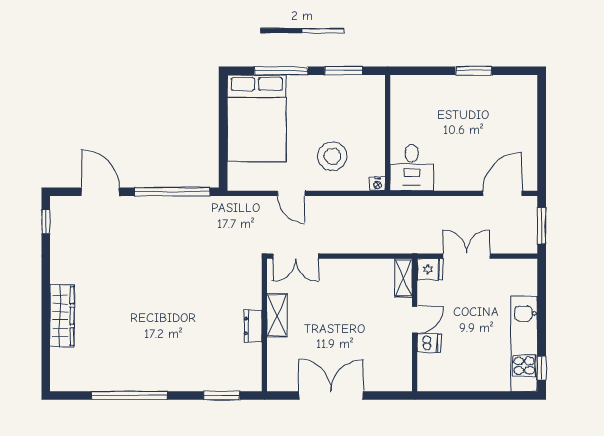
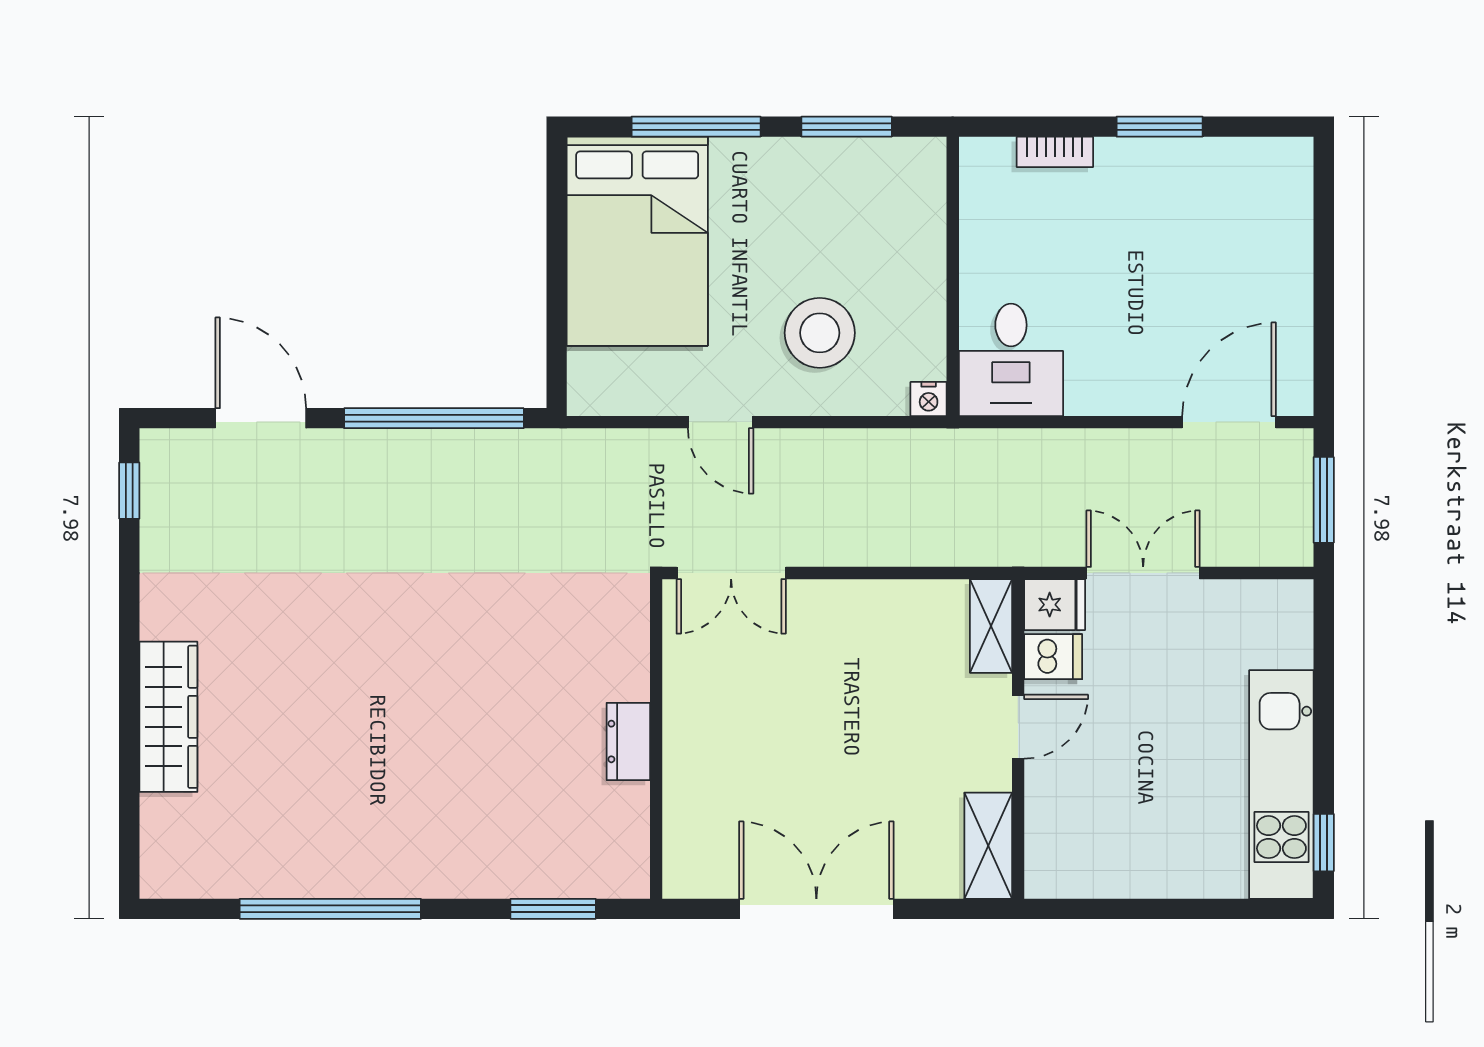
bookcase: (430, 81) -> (1055, 152), added
shelving: (277, 315) -> (988, 846), moved
dishwasher: (429, 343) -> (1053, 657), moved

